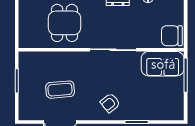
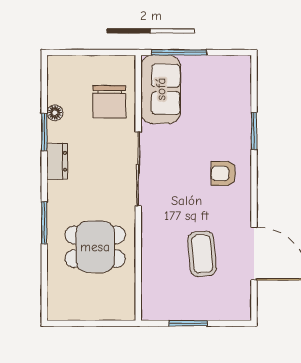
chair: (172, 36) -> (109, 102), moved
armchair: (110, 103) -> (223, 173), turned 129

